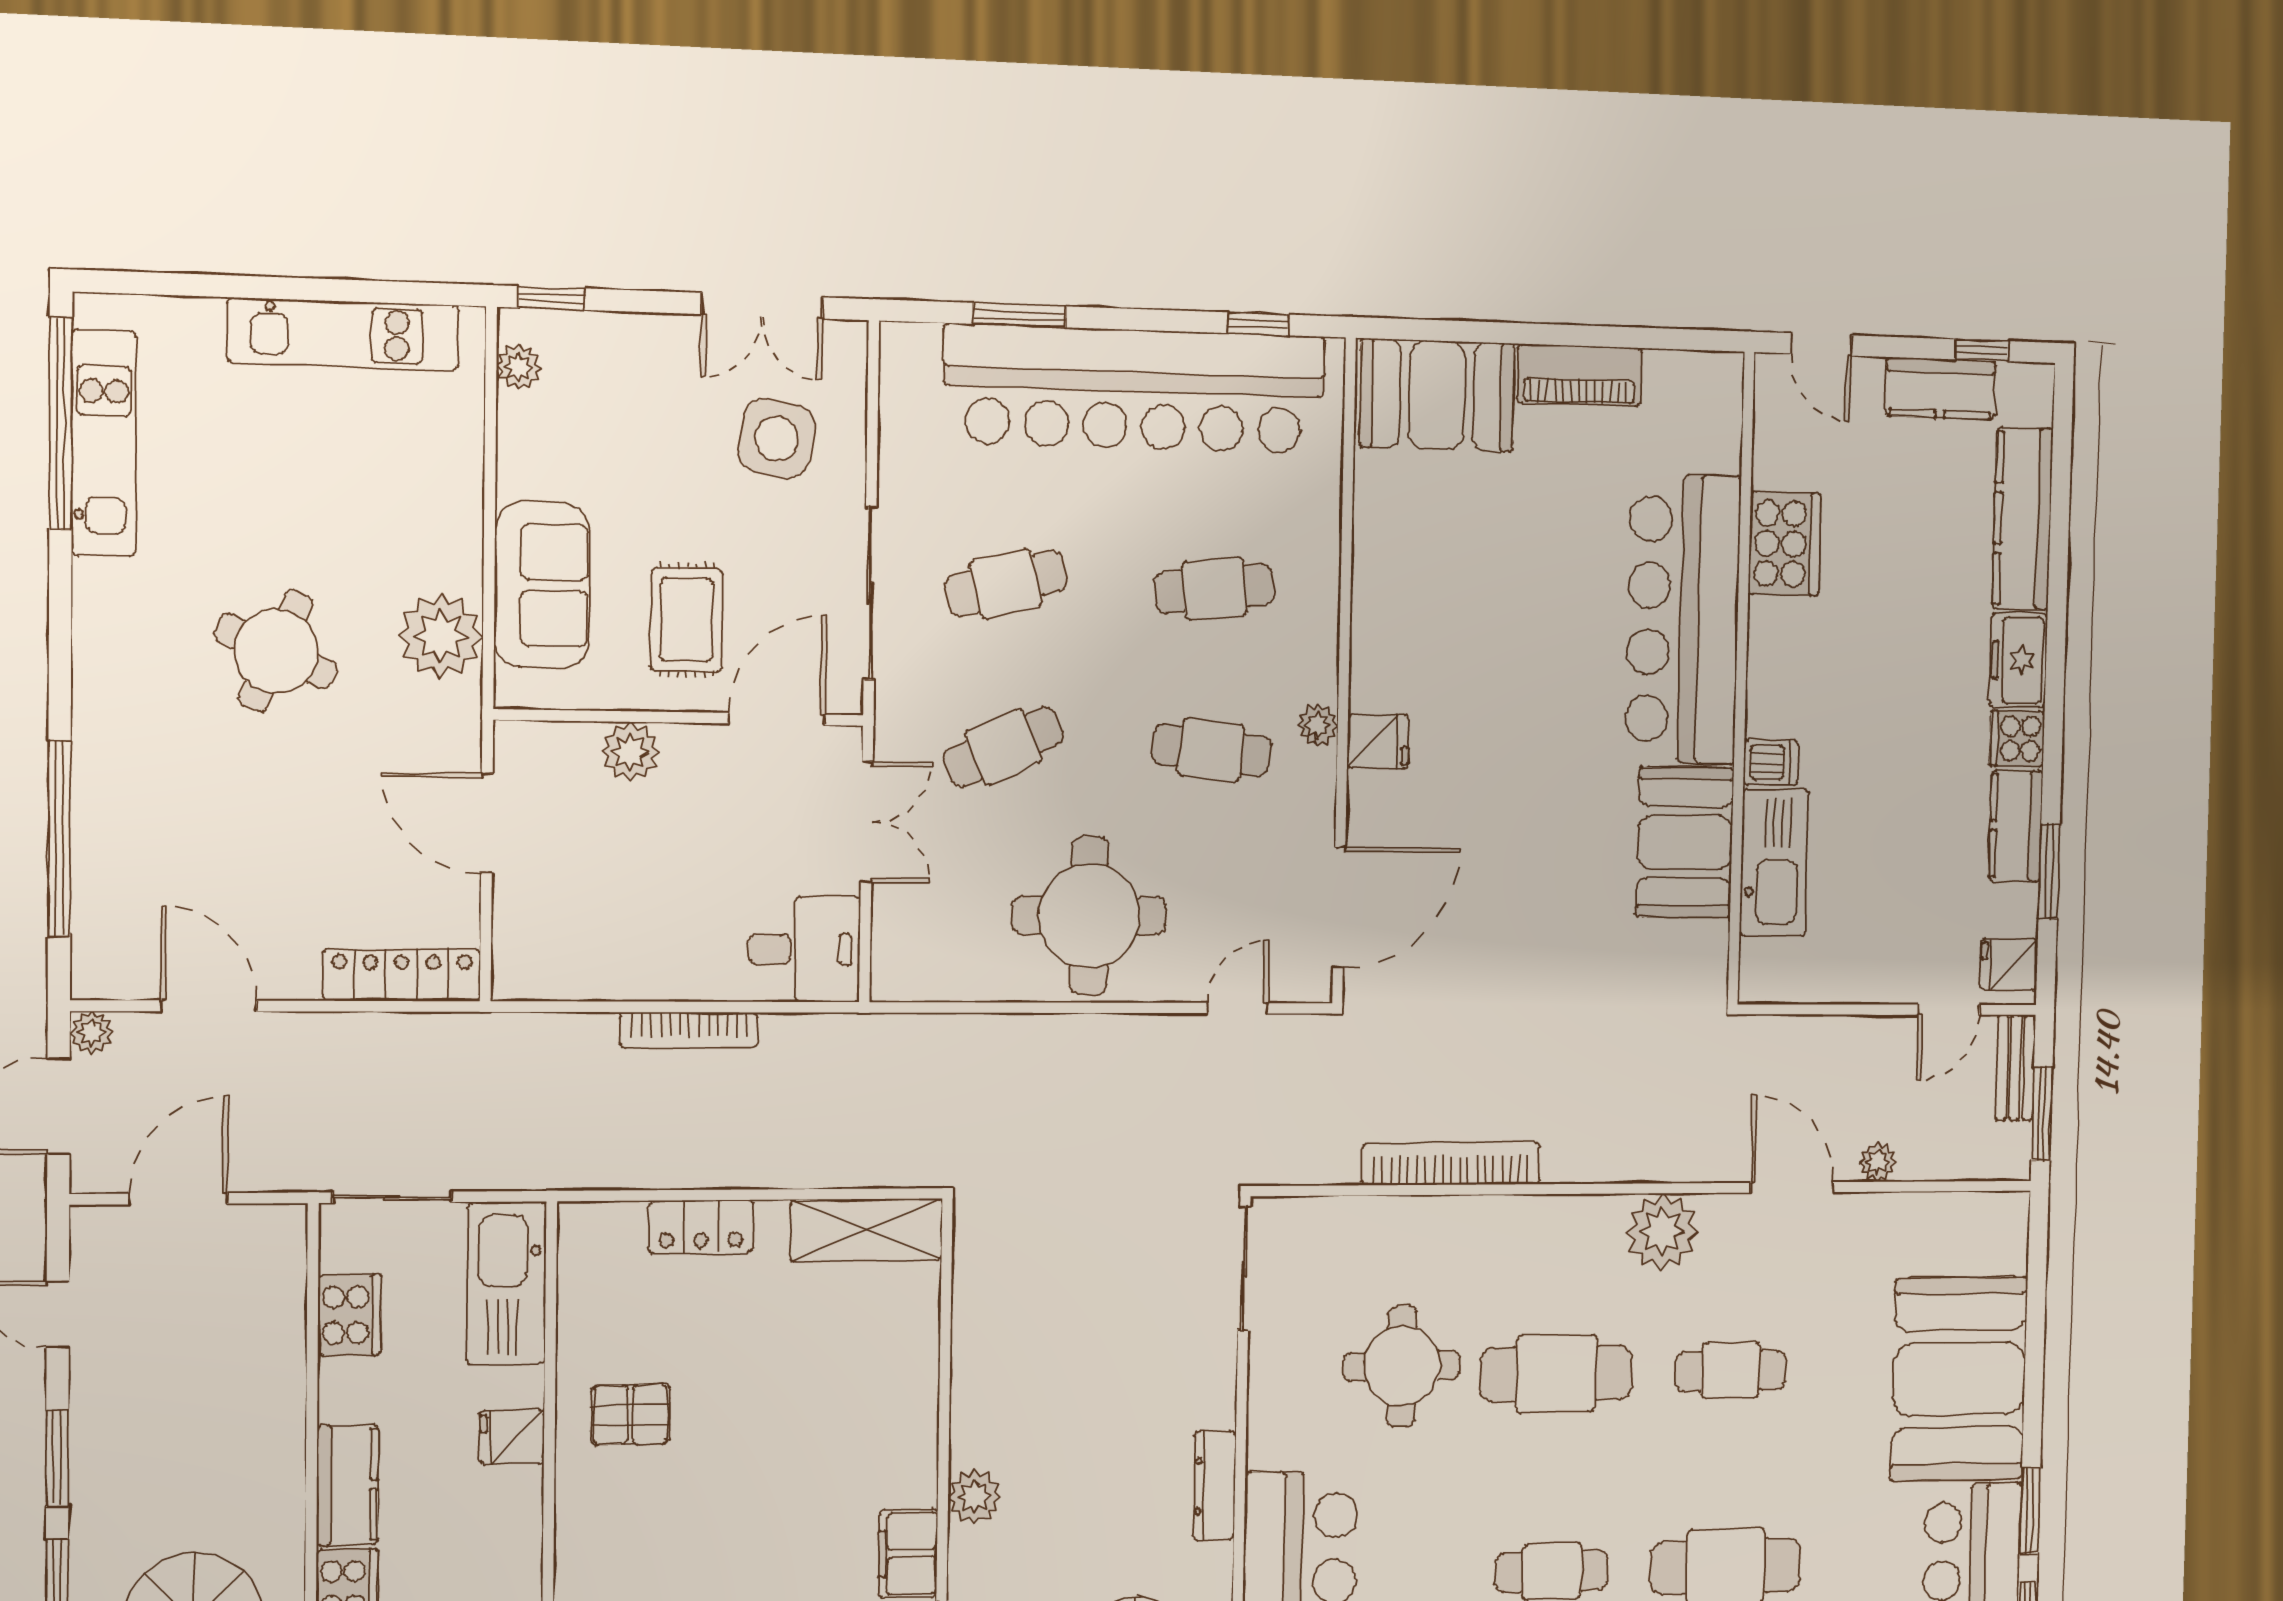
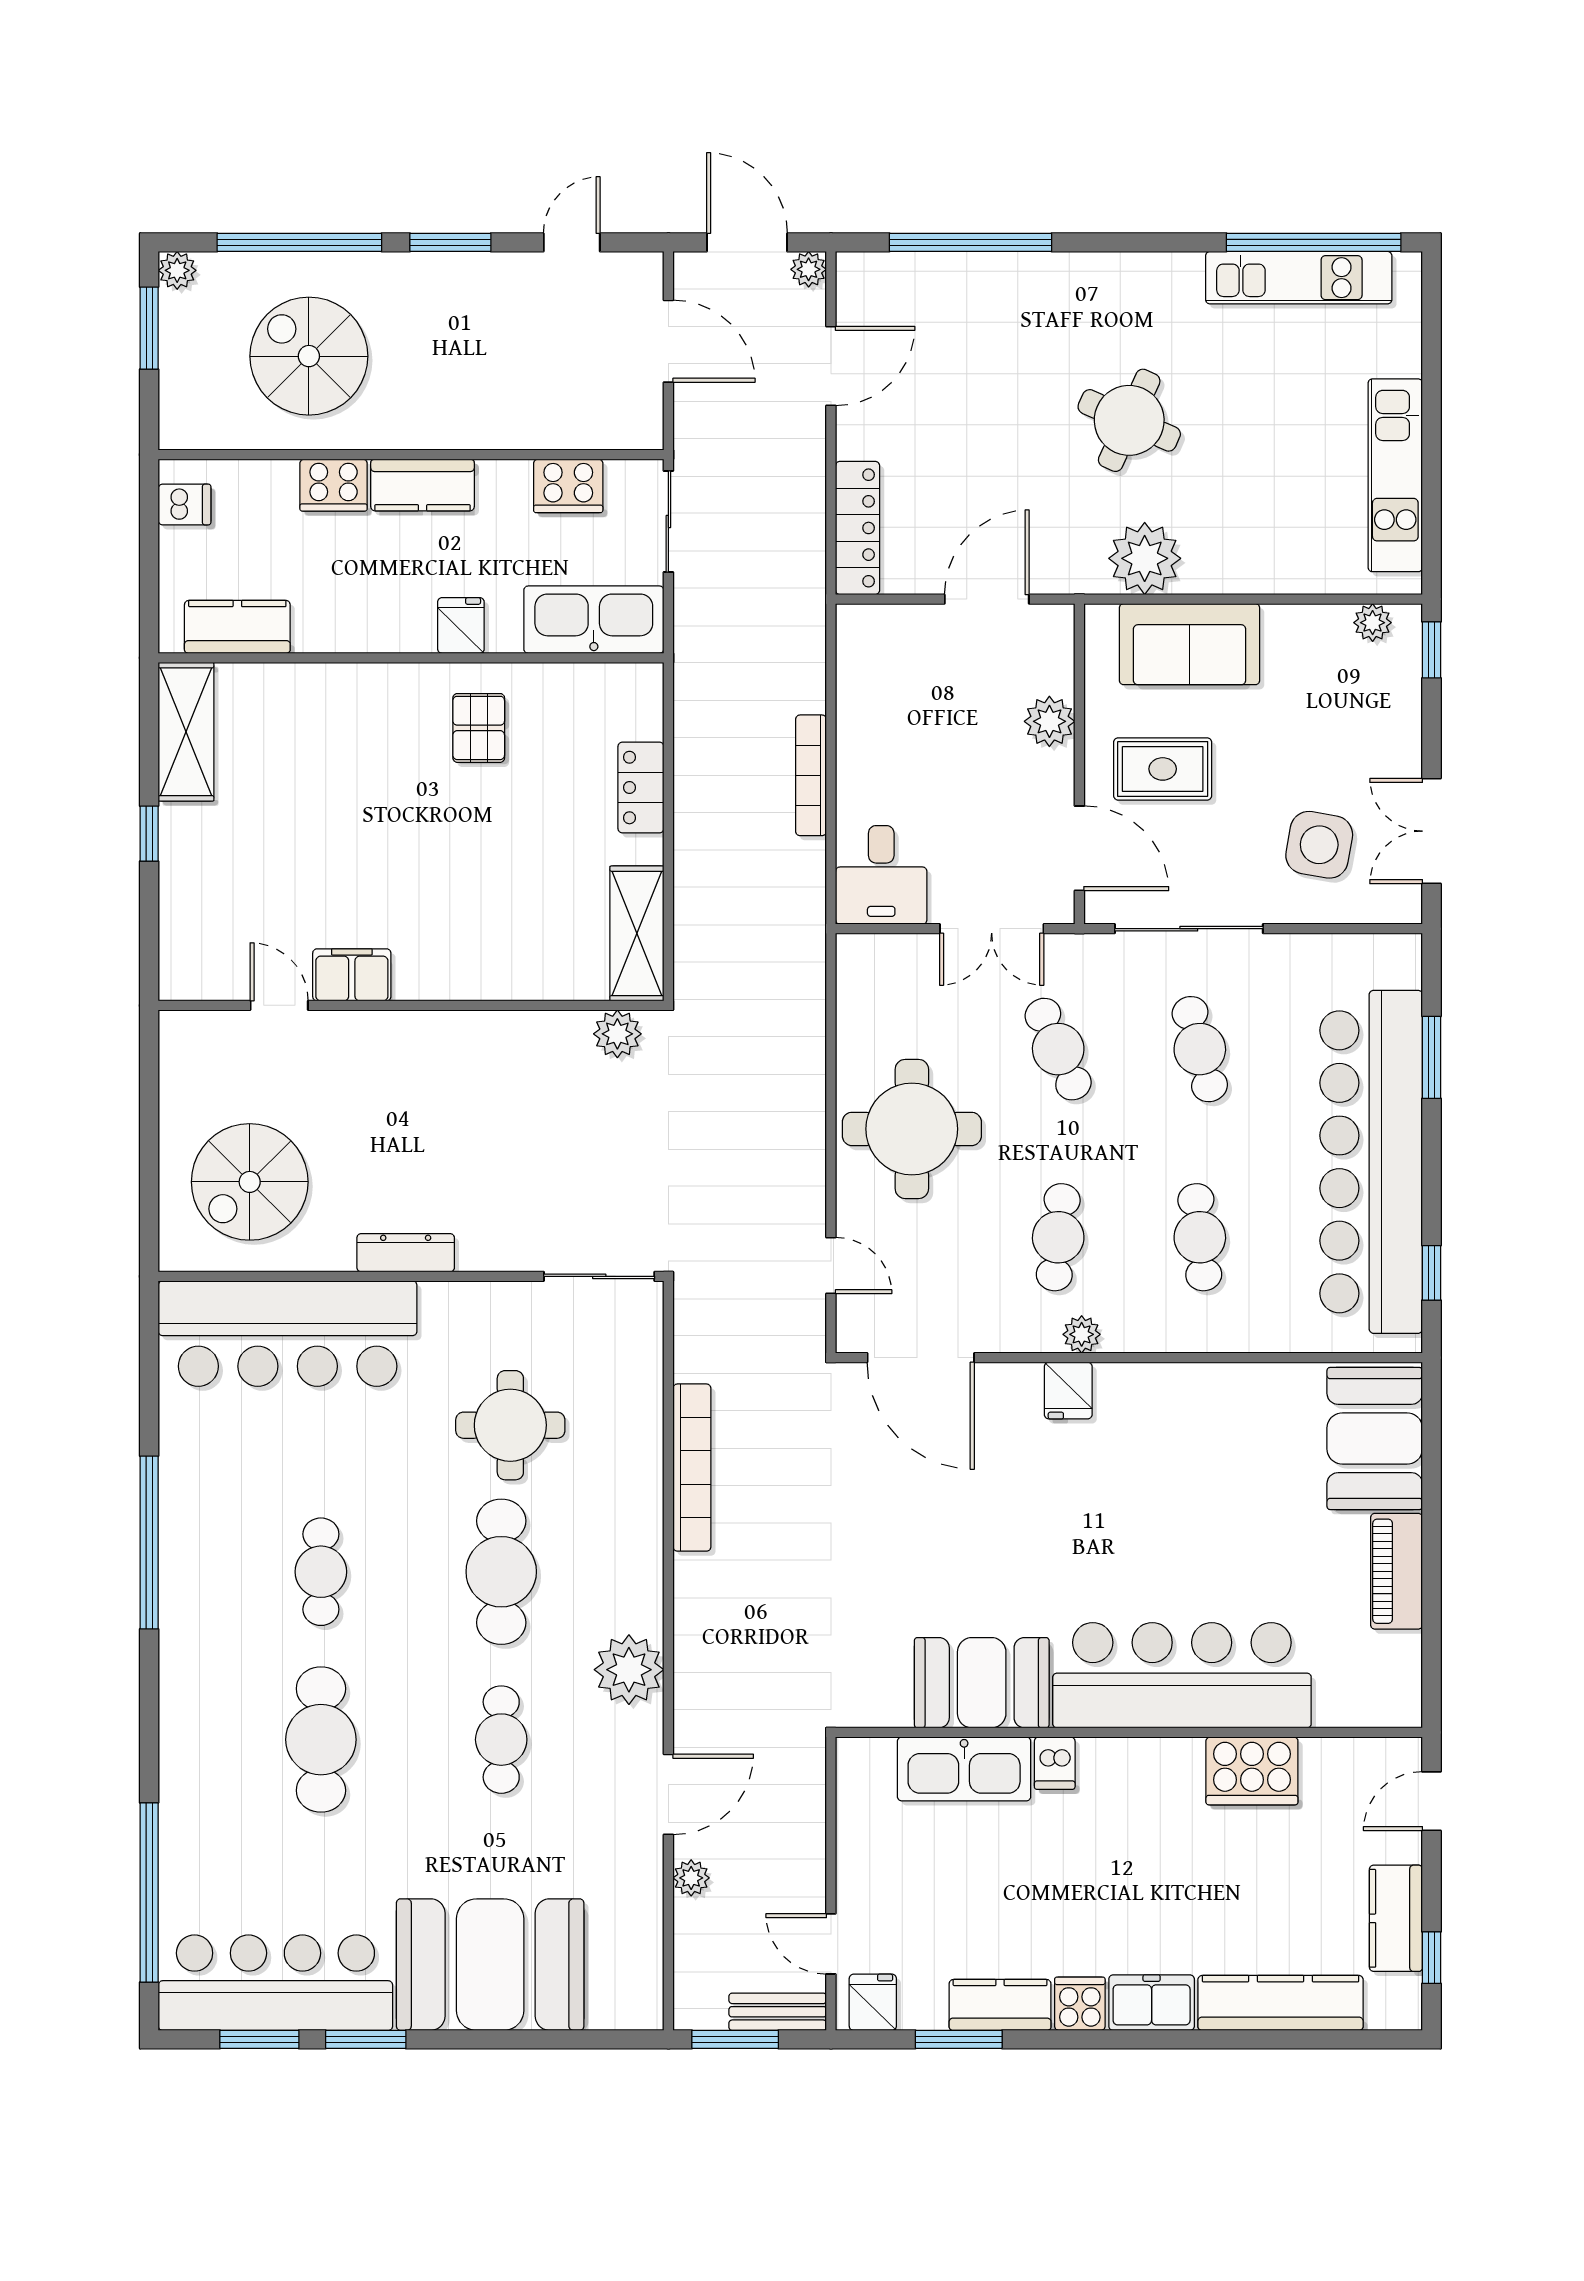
plant: (974, 1497) -> (617, 1034), moved

